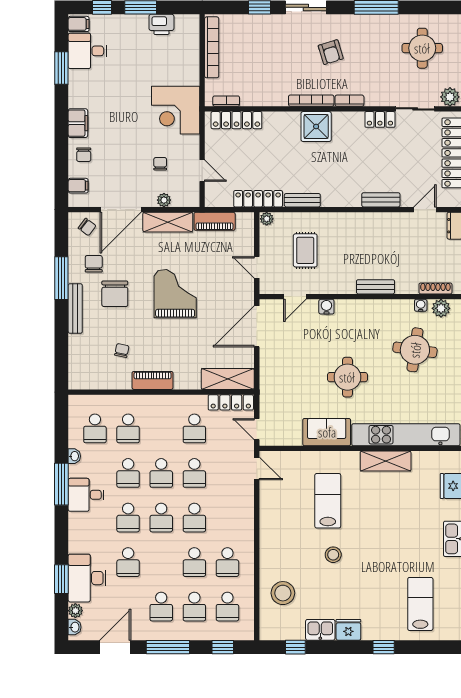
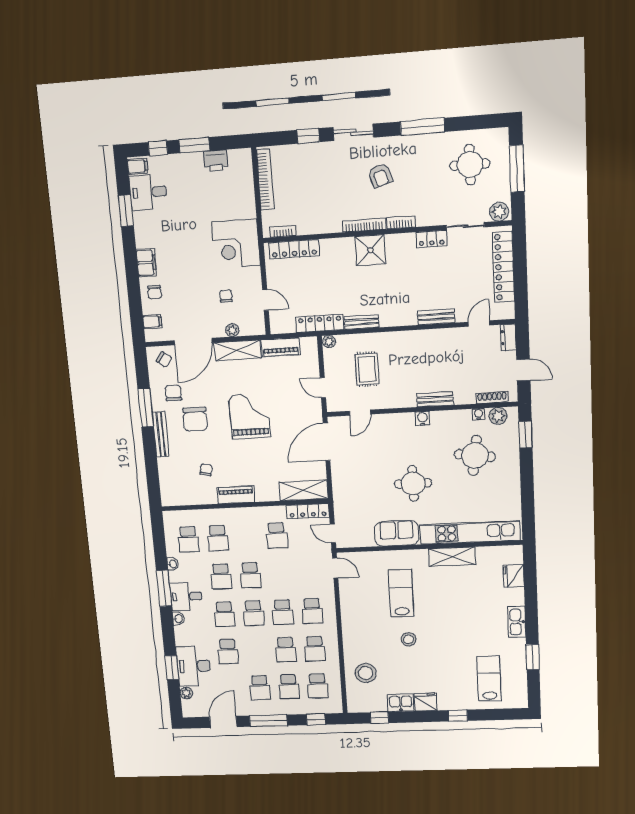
water cooler: (326, 307) -> (422, 418), moved
school desk: (194, 473) -> (312, 611), moved
washbasin: (75, 627) -> (178, 619), moved

